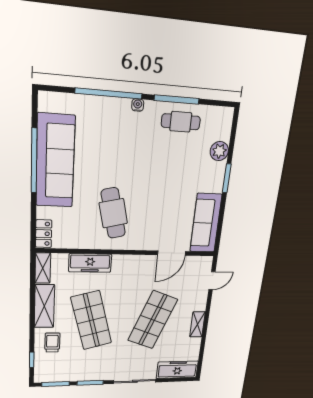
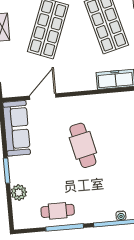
water cooler: (138, 105) -> (121, 216), moved
cafe table: (113, 213) -> (83, 145), moved

